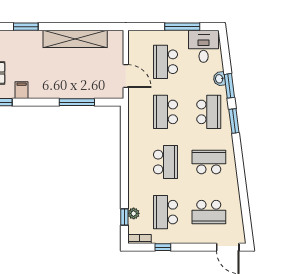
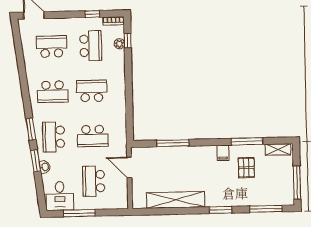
school desk: (165, 62) -> (94, 181), turned 180
school desk: (165, 112) -> (93, 136), turned 90
school desk: (165, 162) -> (92, 91), turned 90

